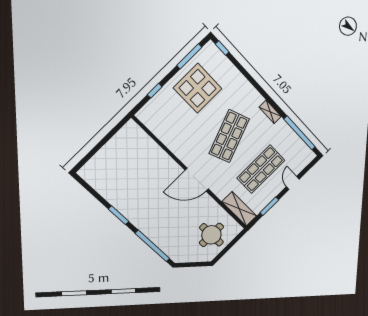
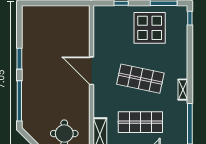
shop shelf: (229, 136) -> (140, 79), turned 33
door: (197, 180) -> (91, 71), moved

